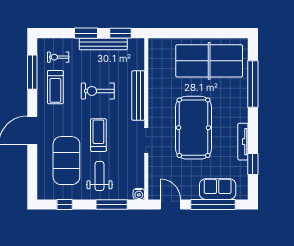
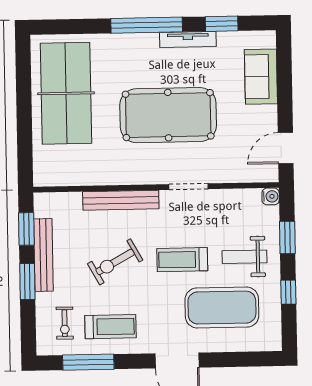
window: (253, 84) -> (147, 25), moved
exercise bike: (98, 91) -> (115, 262), turned 61
window: (65, 204) -> (288, 292), moved
window: (112, 204) -> (287, 238), width x0.69
window: (213, 204) -> (284, 83), removed

